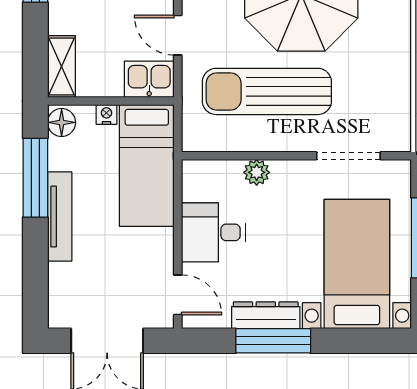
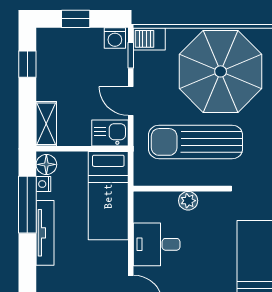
nightstand: (106, 114) -> (43, 184), moved, turned -90

